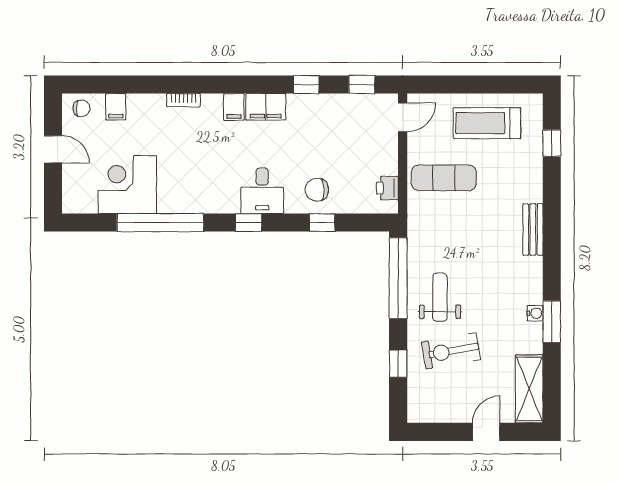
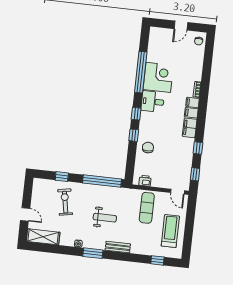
filing cabinet: (116, 107) -> (193, 103), moved
corner desk: (127, 185) -> (158, 77), moved
desk: (262, 191) -> (153, 102), moved
window: (322, 223) -> (134, 135), moved
weight bench: (440, 297) -> (105, 218), moved
window: (552, 322) -> (93, 253), moved

